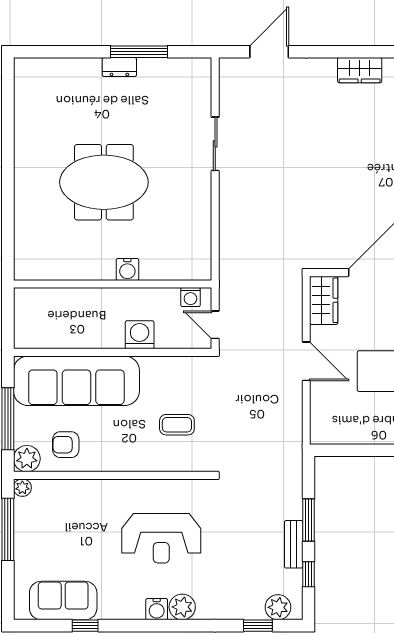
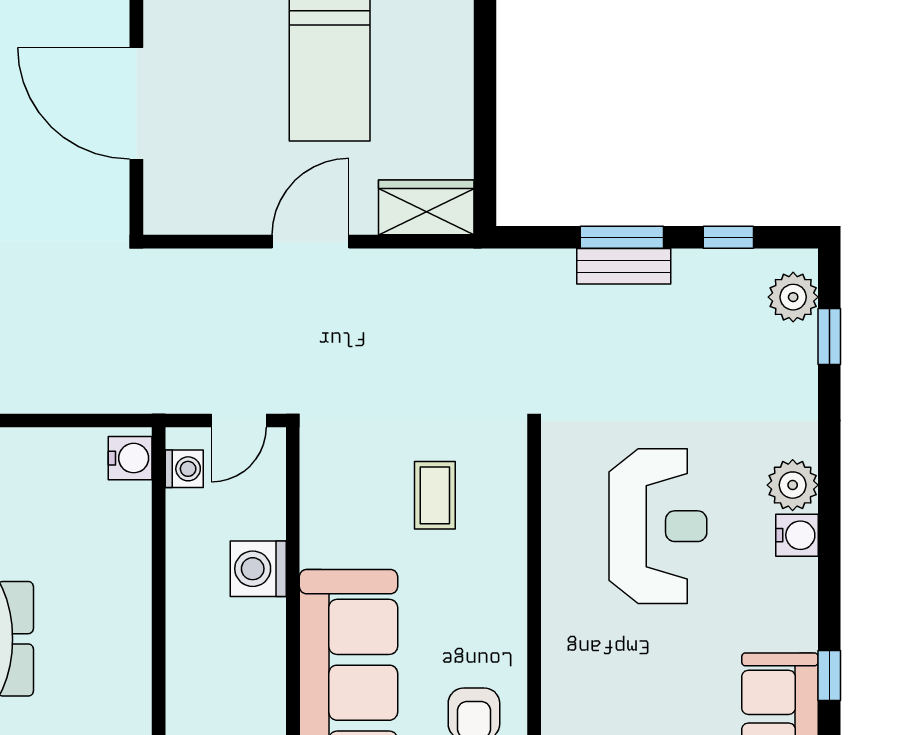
water cooler: (127, 269) -> (130, 458), moved
wardrobe: (324, 300) -> (426, 207), moved
bench: (294, 544) -> (624, 266), moved

